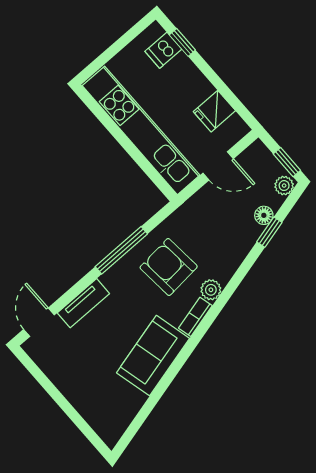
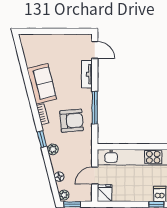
fridge: (214, 111) -> (105, 193), moved
window: (269, 232) -> (42, 139), moved
plant: (211, 290) -> (53, 149), moved

